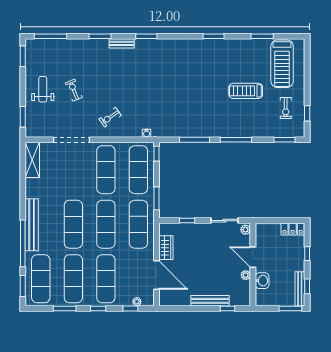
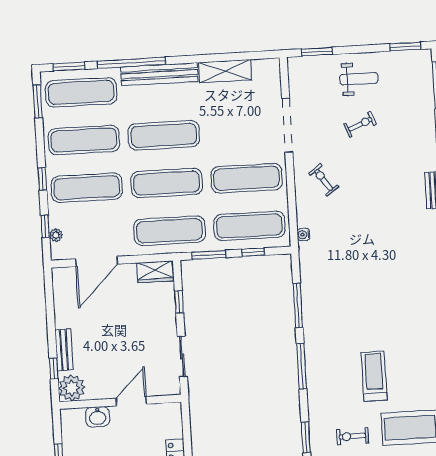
window: (156, 154) -> (253, 252), moved
shelving: (32, 160) -> (225, 71), moved
plant: (245, 230) -> (171, 388), removed
wardrobe: (166, 248) -> (155, 272), moved
plant: (246, 275) -> (72, 388), moved, width x1.88, depth x1.88
bench: (210, 301) -> (64, 350), width x0.73
window: (65, 309) -> (38, 101), moved

